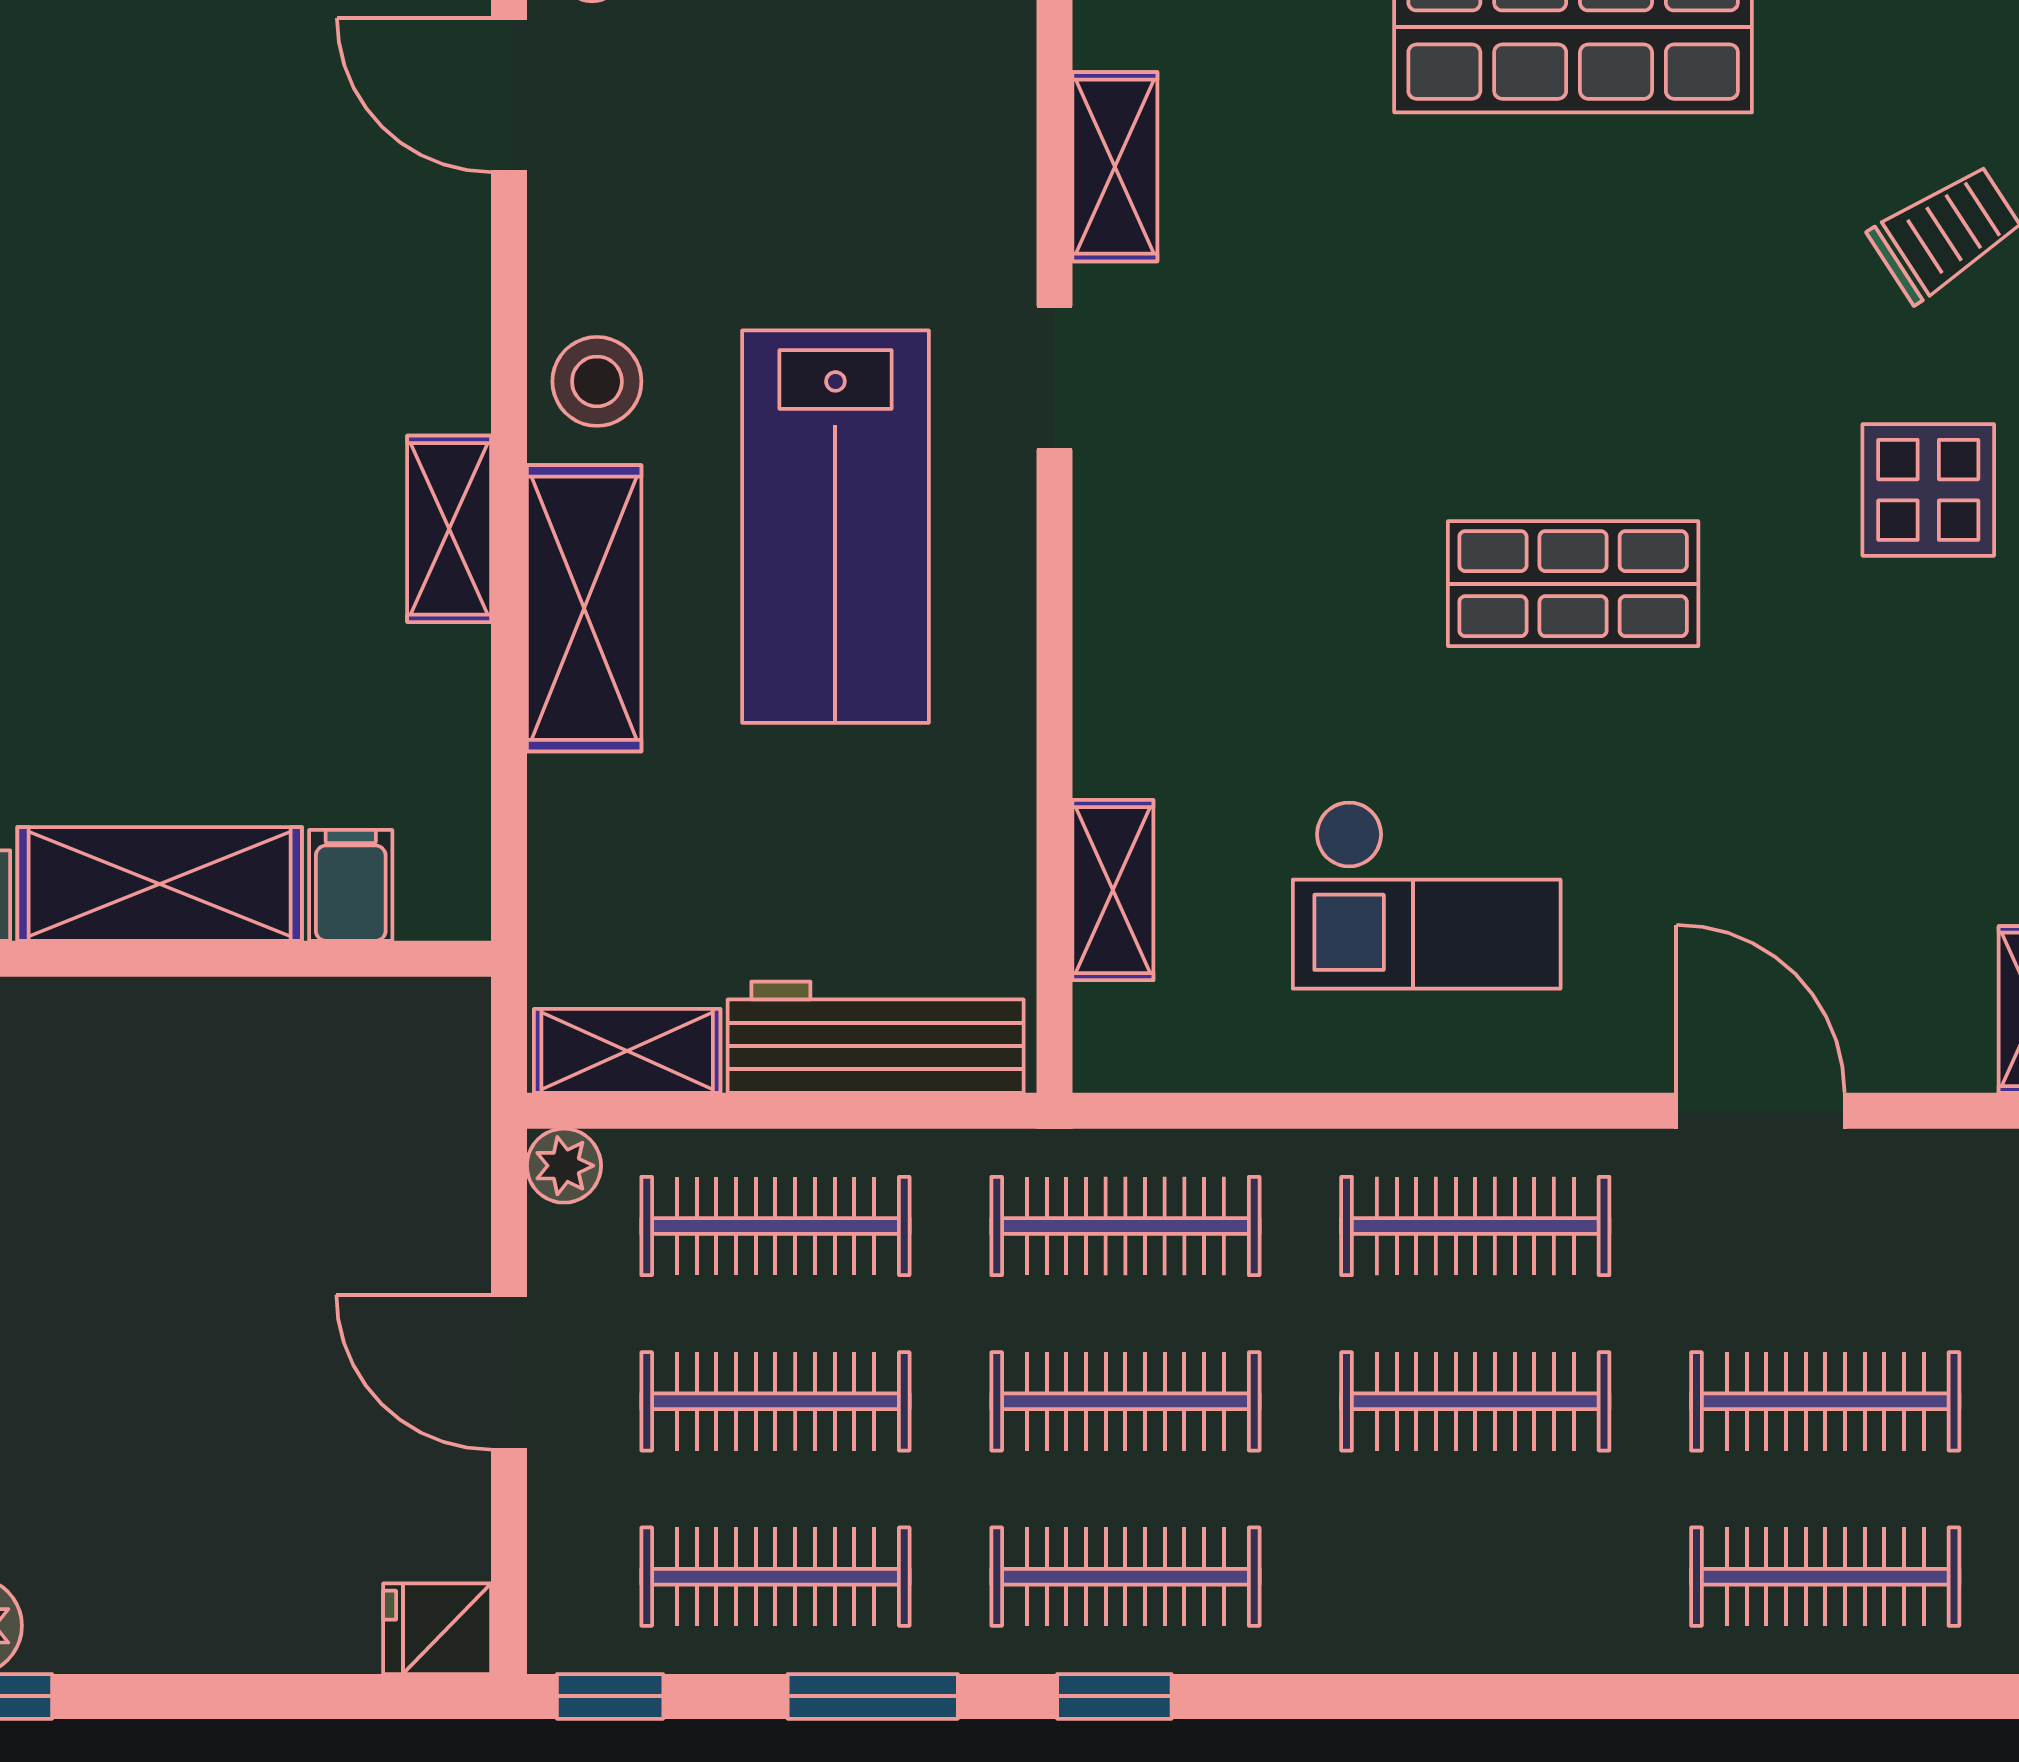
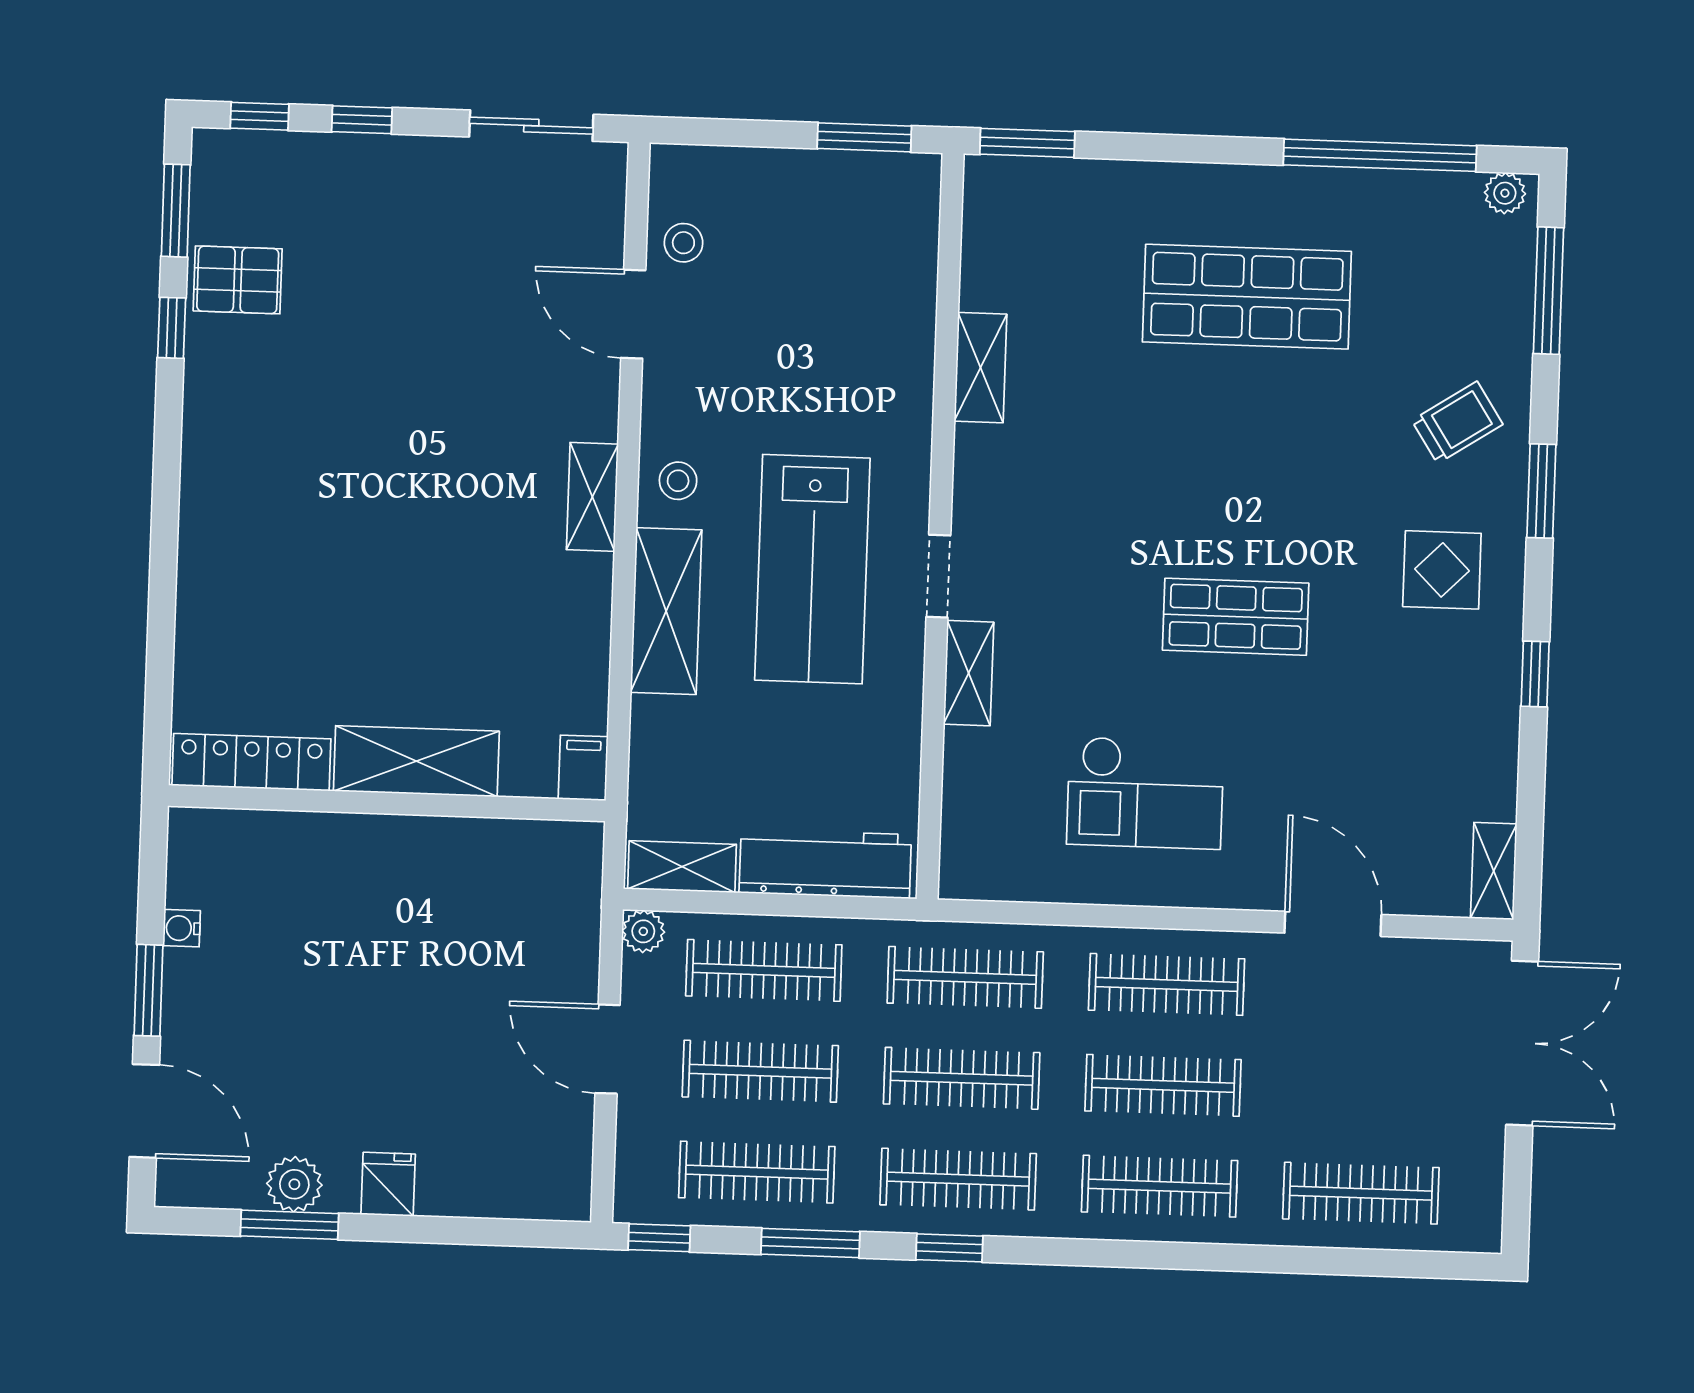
doorway: (1054, 378) -> (938, 576), moved
stool: (597, 381) -> (678, 481), width x0.73, depth x0.73
shelving: (449, 529) -> (592, 497), moved
filing cabinet: (351, 885) -> (583, 768), moved
shelving: (1113, 890) -> (969, 673), moved
clothes rail: (1825, 1401) -> (1159, 1186), moved
fridge: (437, 1629) -> (388, 1184), moved, turned 90

